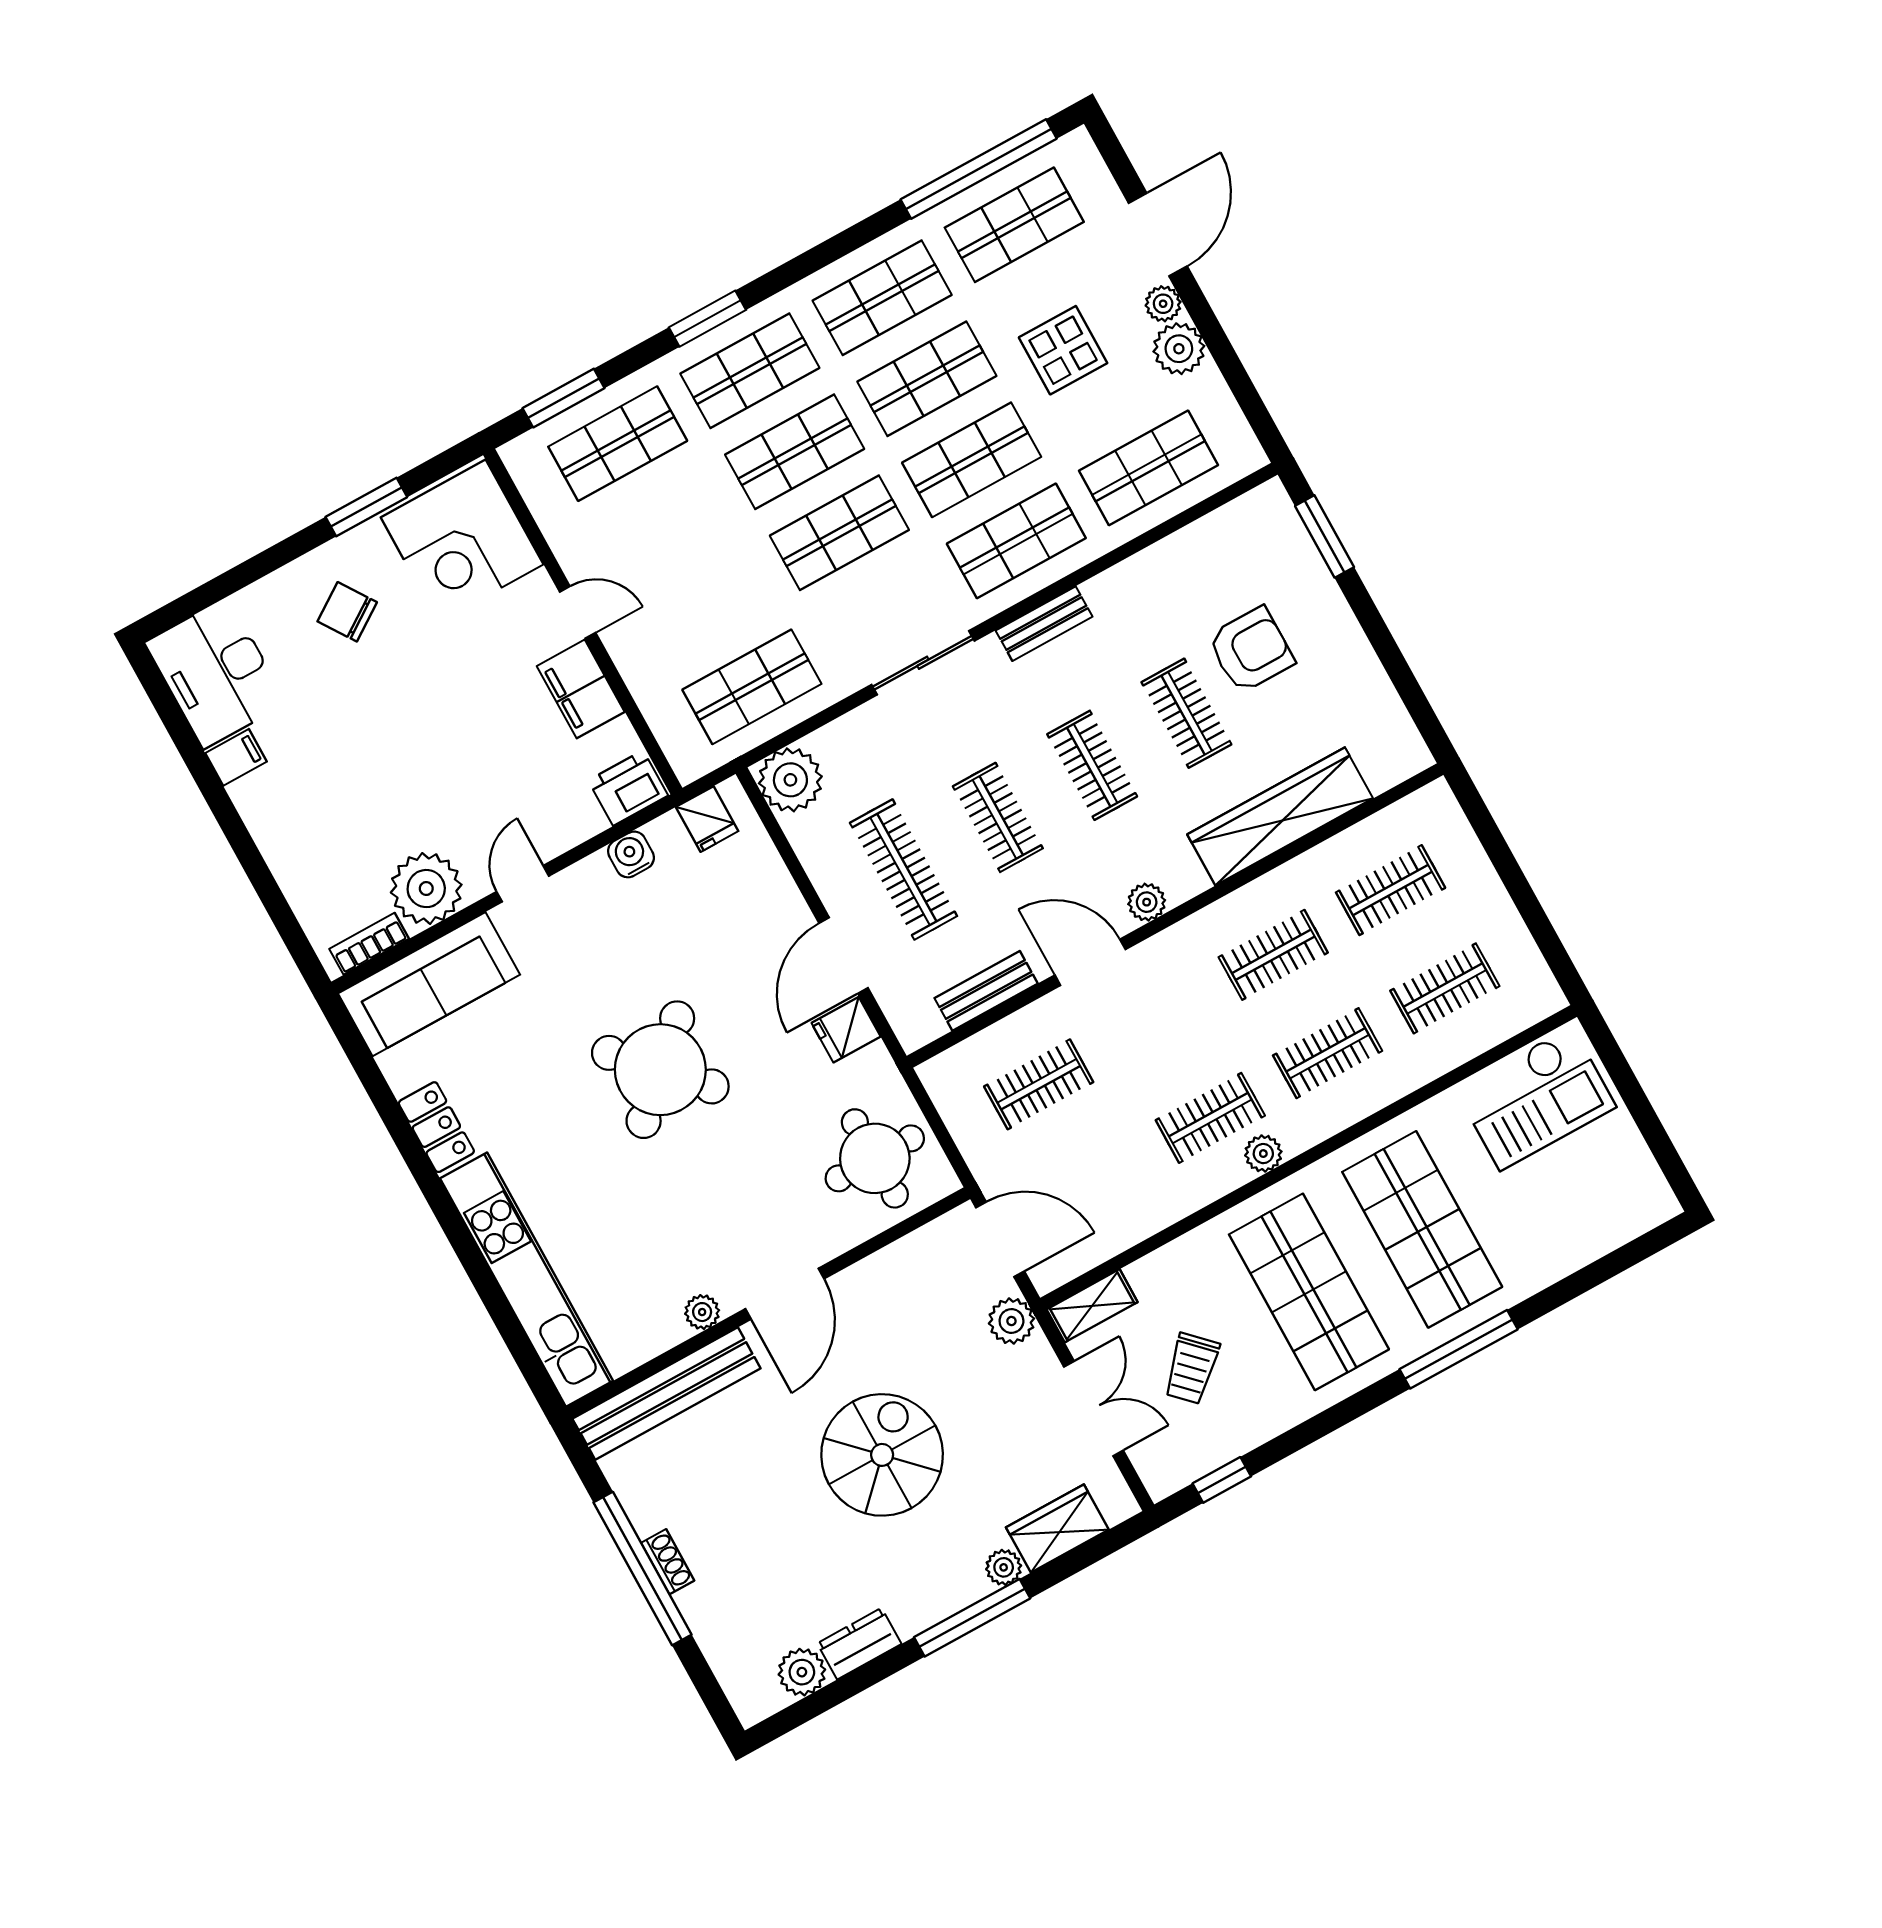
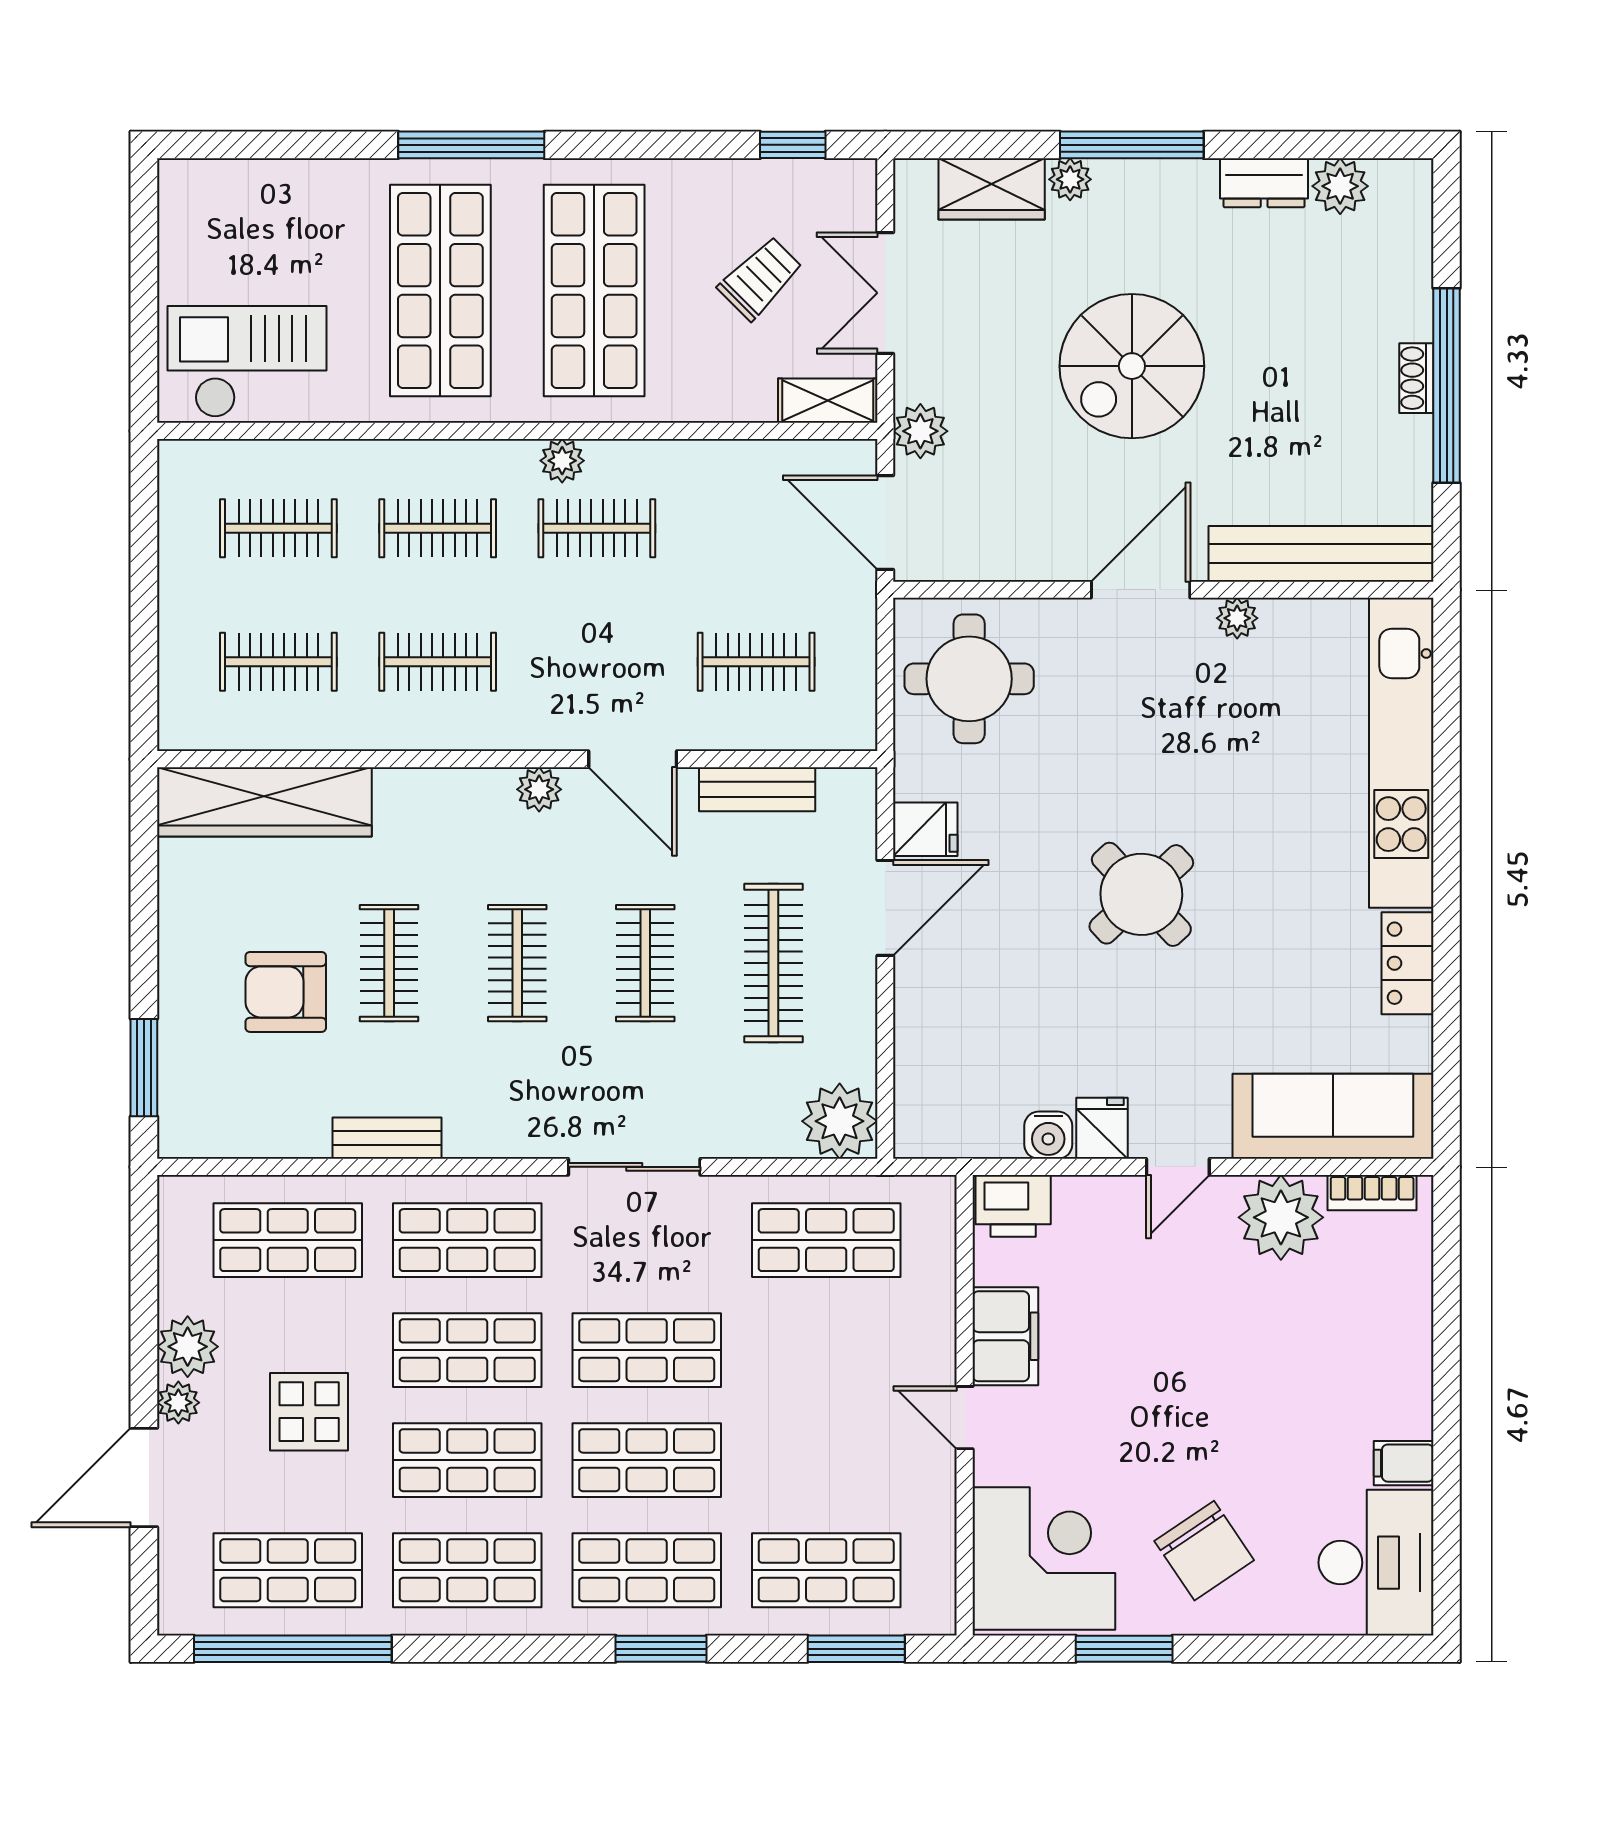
chair: (347, 612) -> (1204, 1551), width x1.37, depth x1.37
bench: (1044, 624) -> (387, 1138), moved
wardrobe: (1280, 816) -> (264, 802), moved
fridge: (707, 819) -> (1102, 1128), moved
round table: (660, 1070) -> (1141, 894), width x0.73, depth x0.73

